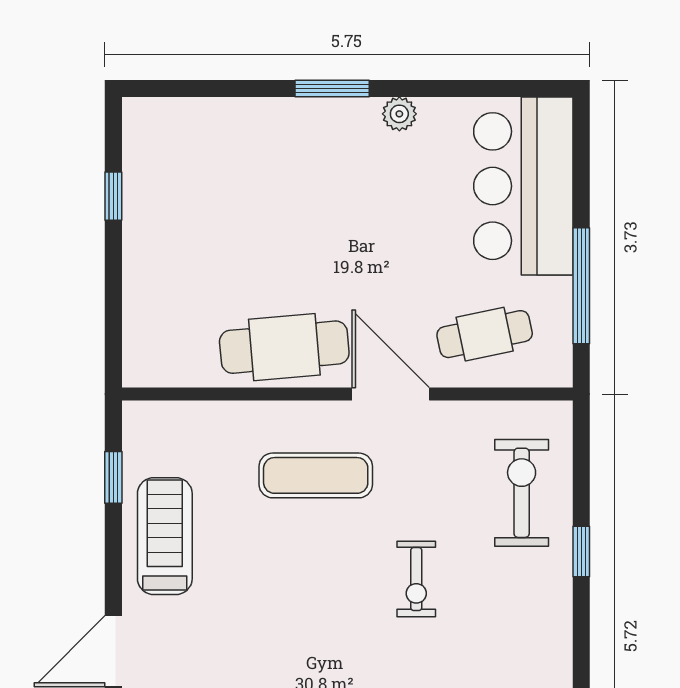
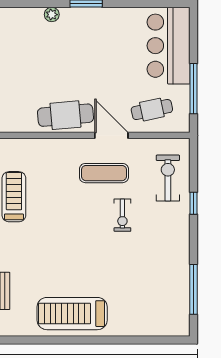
plant: (399, 114) -> (52, 15), moved
exercise mat: (316, 475) -> (104, 173), moved

